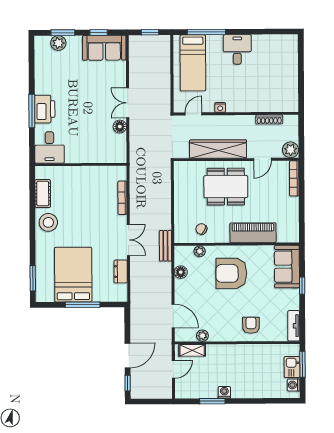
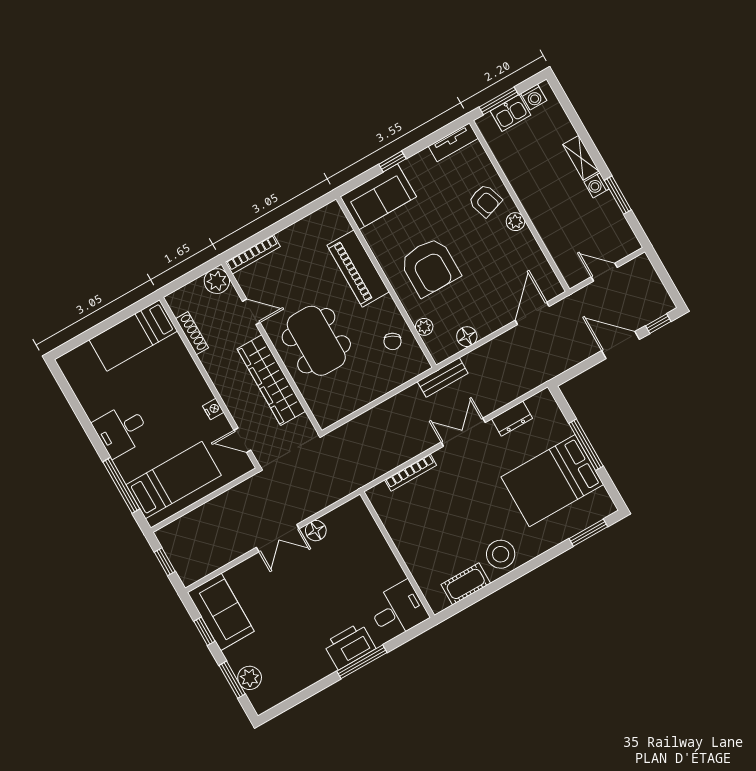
bed: (286, 86) -> (133, 335), added
armchair: (251, 325) -> (485, 201), turned -108
plant: (202, 336) -> (515, 222), moved
shelving: (192, 350) -> (581, 158), moved

